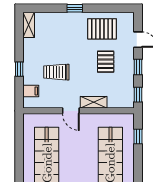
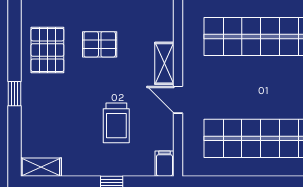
filing cabinet: (31, 91) -> (164, 164), moved
door: (71, 111) -> (178, 100), swing flipped

